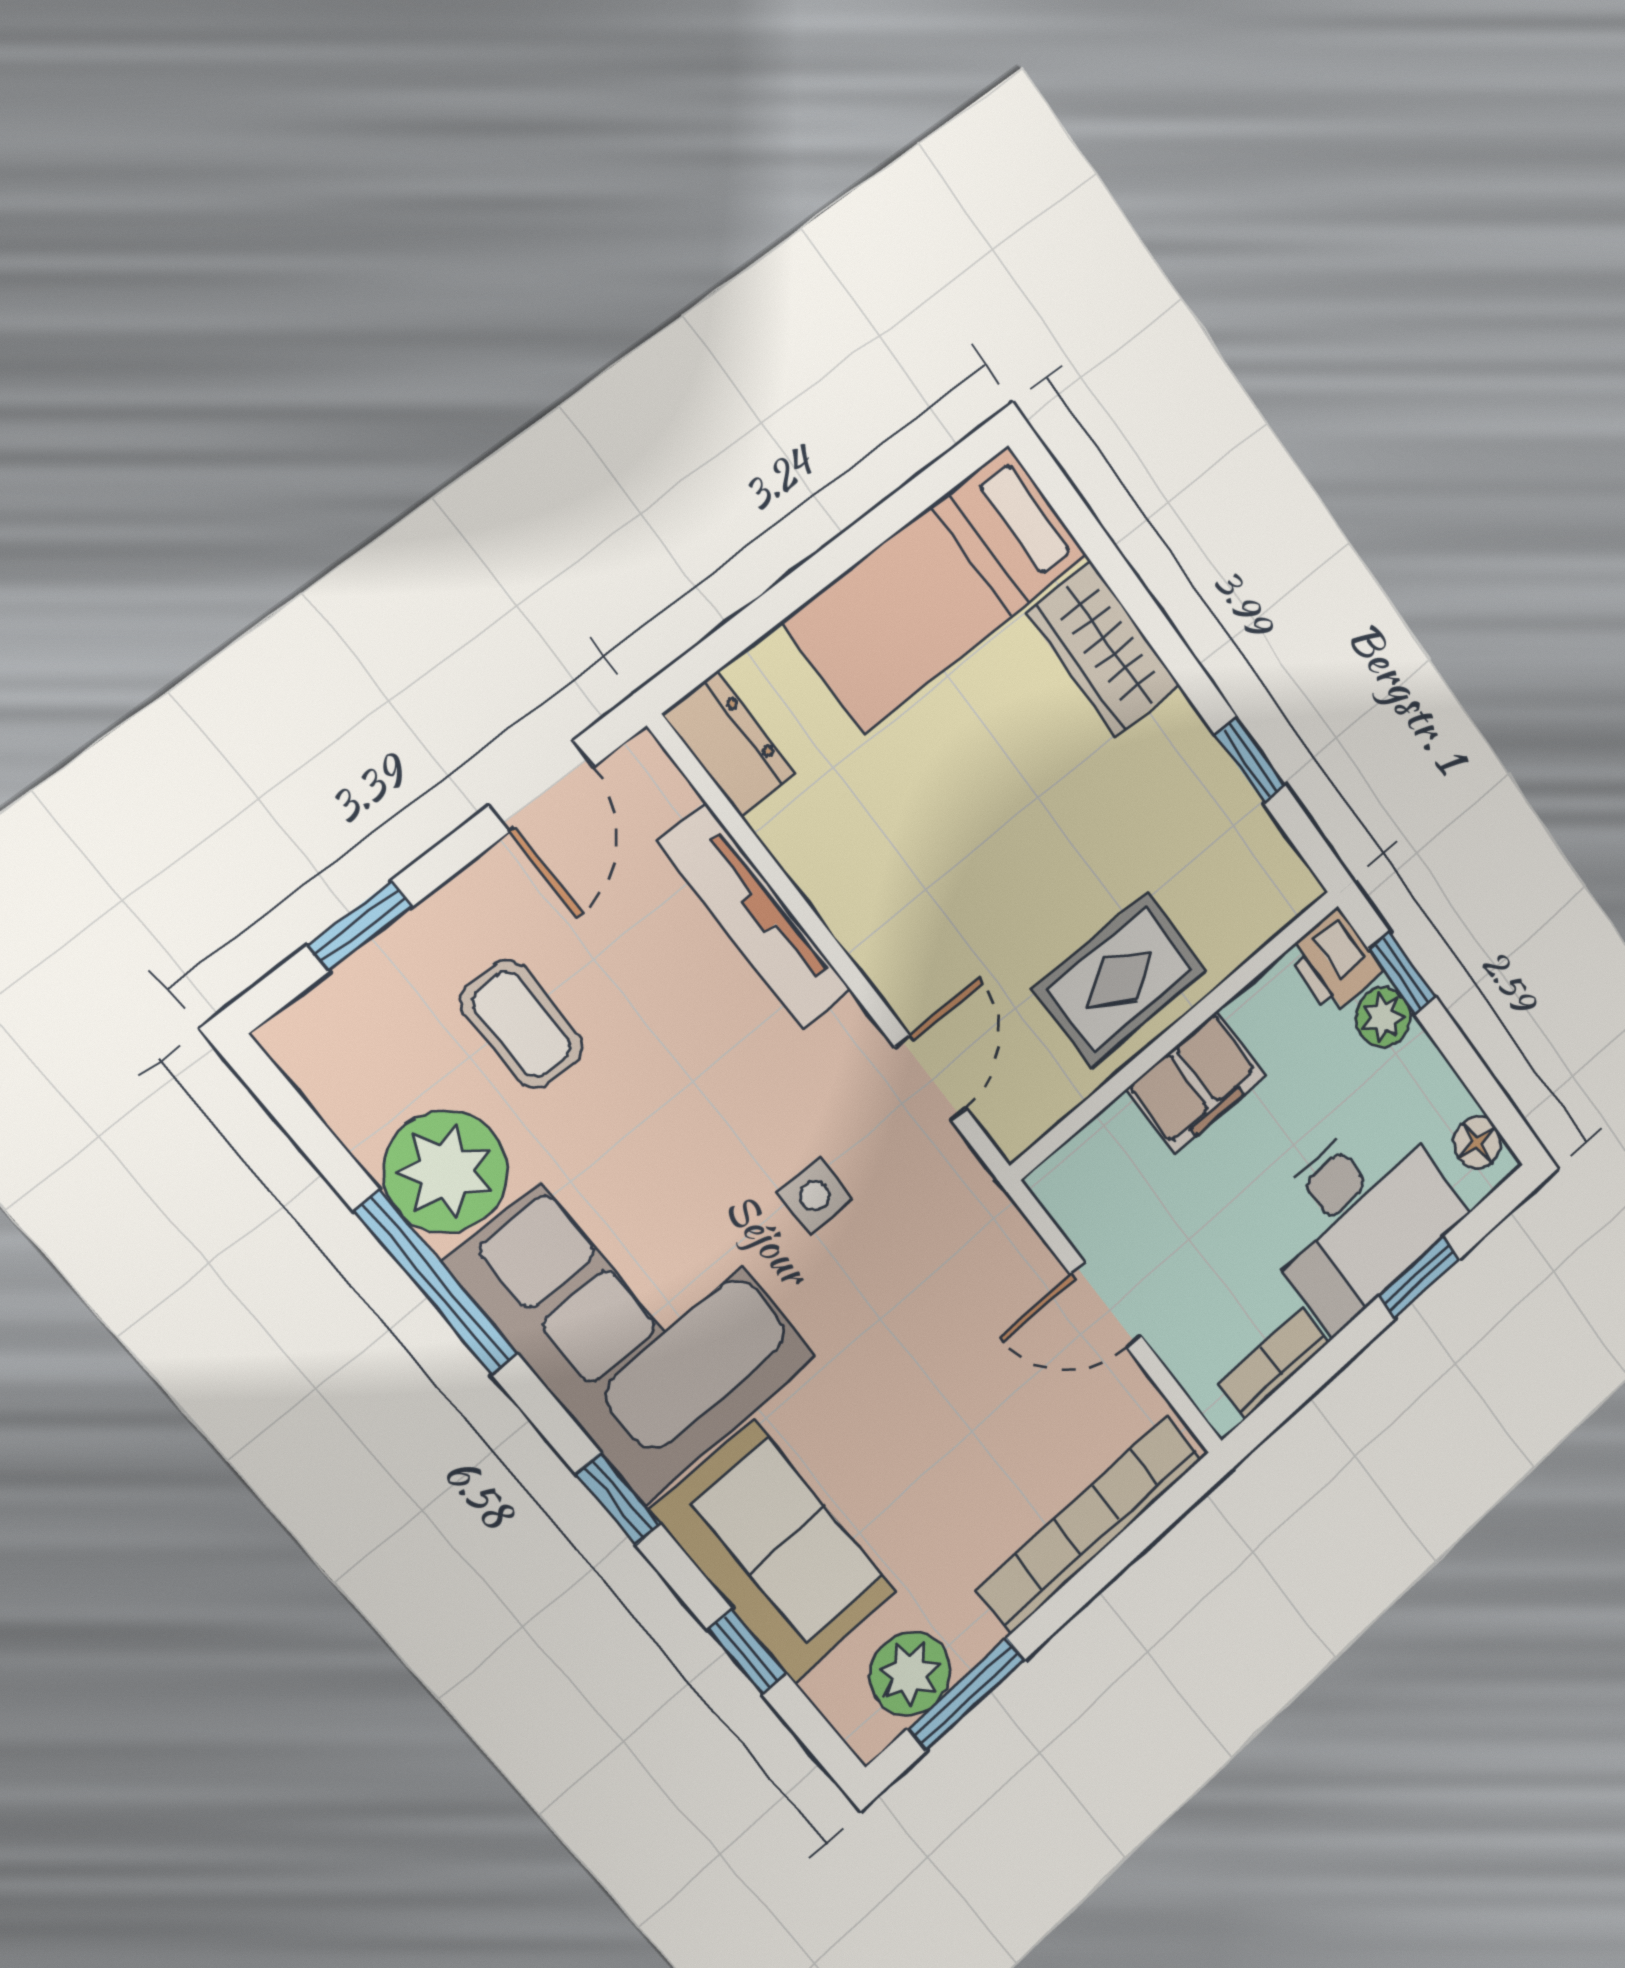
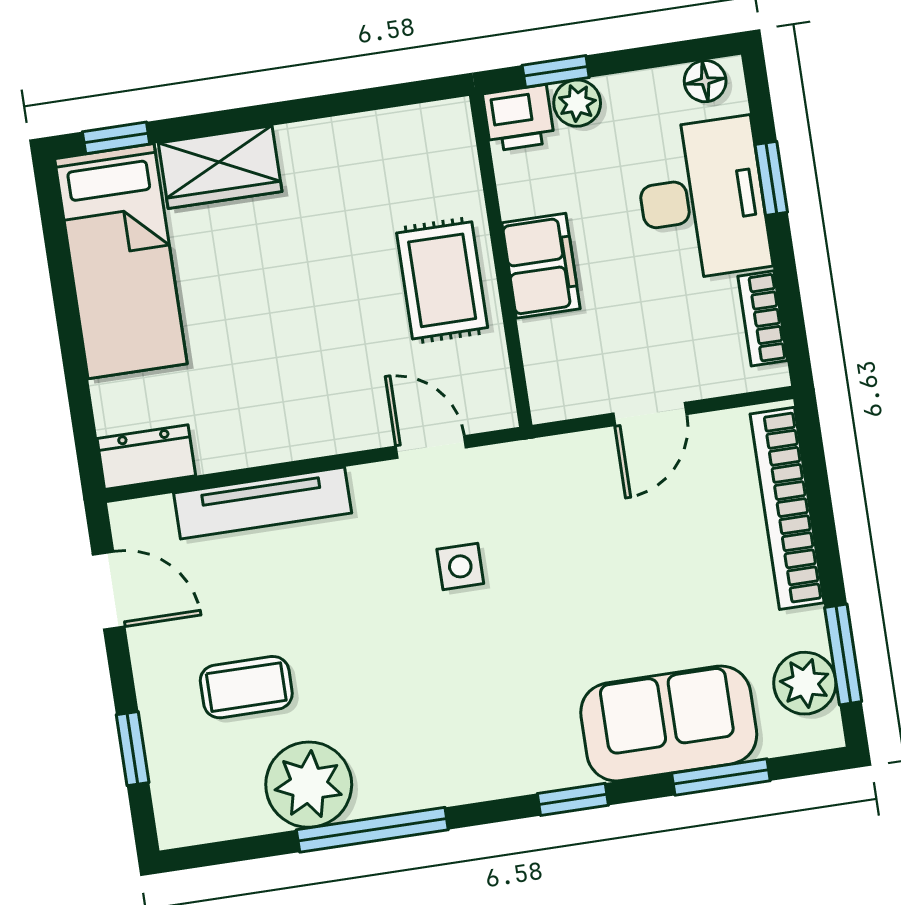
window: (1250, 760) -> (116, 138), moved
corner sofa: (633, 1311) -> (462, 723), removed
window: (747, 1652) -> (721, 777), width x1.50

